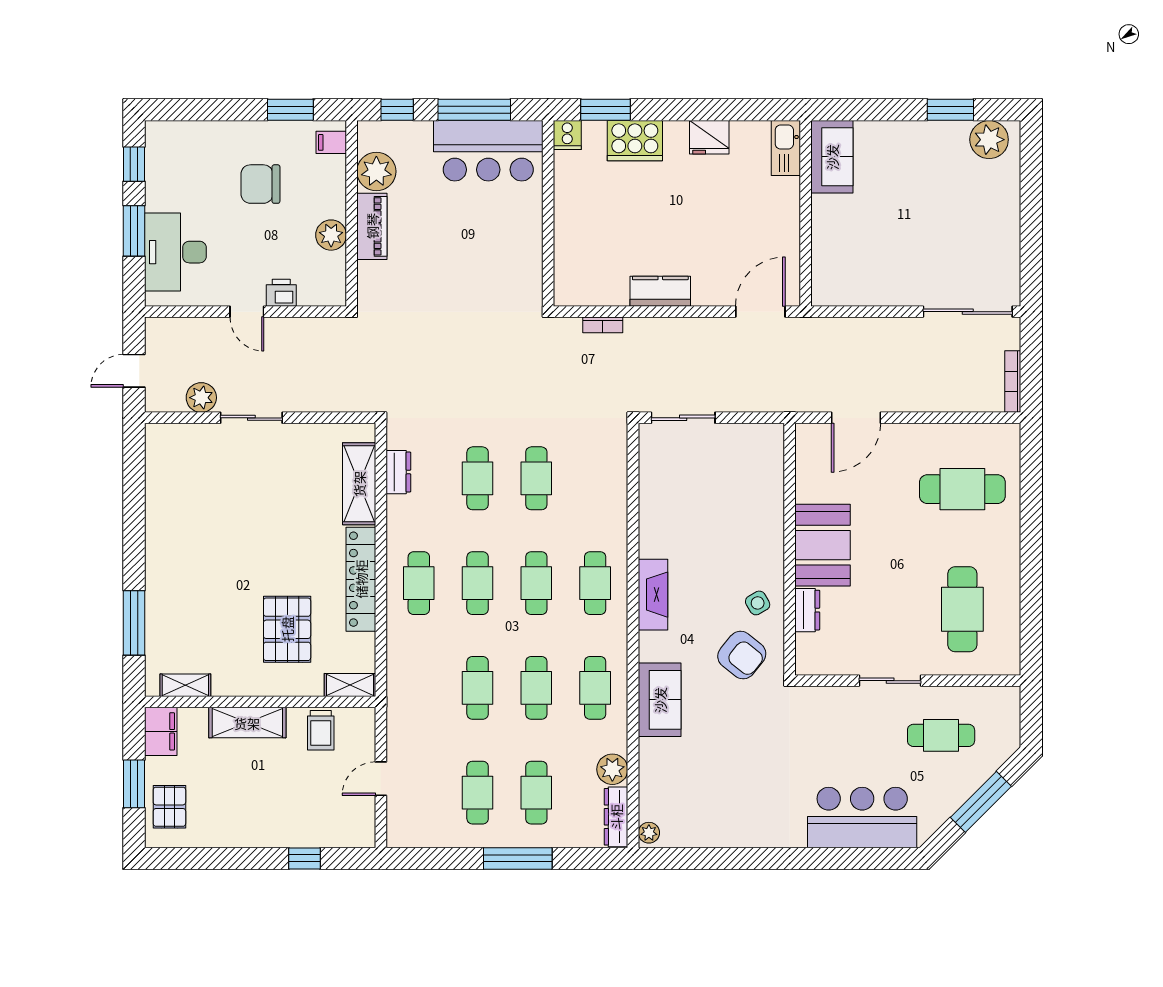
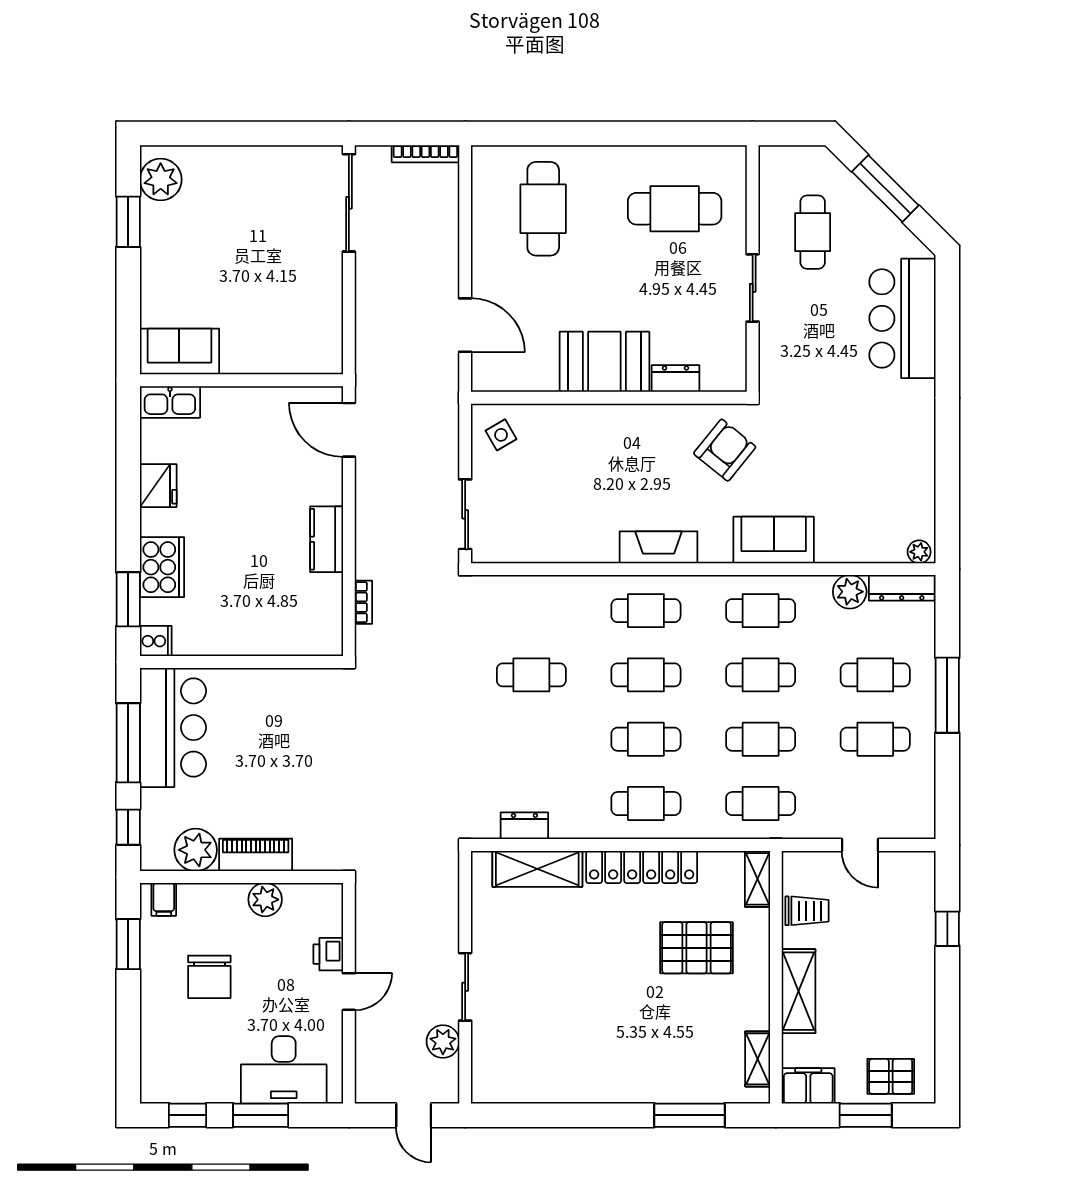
cafe table: (478, 478) -> (761, 804), moved
side table: (758, 603) -> (501, 435), moved

